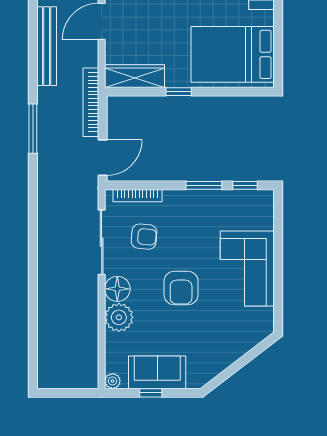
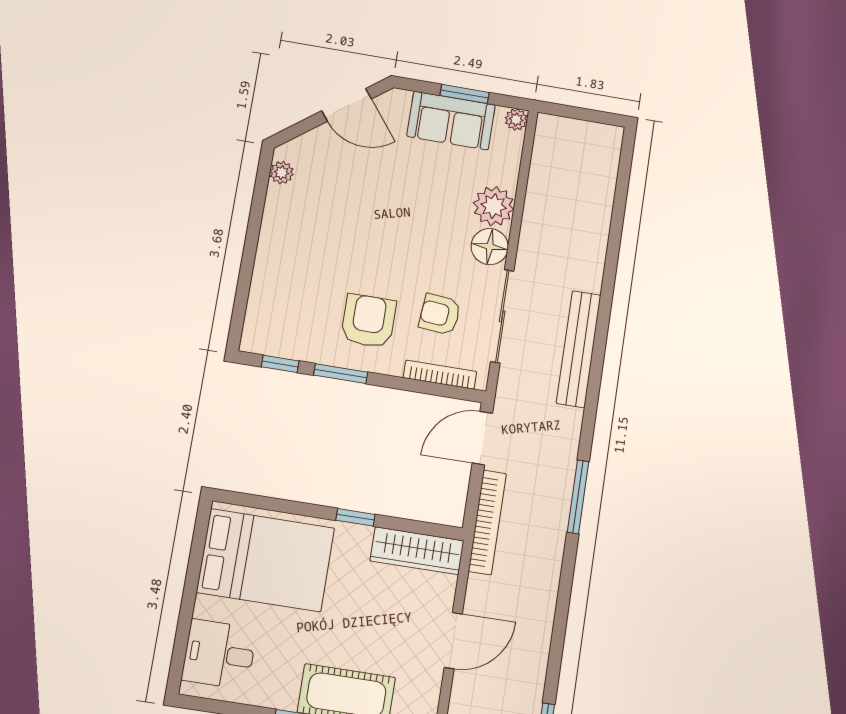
bench: (47, 46) -> (579, 349), moved
corner sofa: (247, 269) -> (297, 244), removed
armchair: (181, 288) -> (369, 321), moved
plant: (266, 316) -> (282, 173), added
door: (230, 371) -> (346, 105), added
window: (151, 393) -> (465, 94), width x1.50

